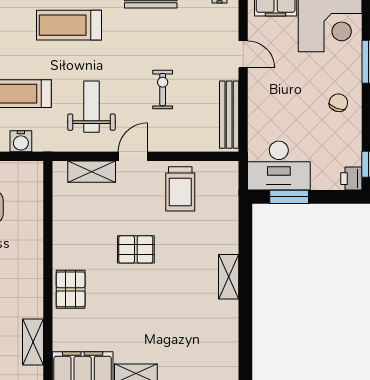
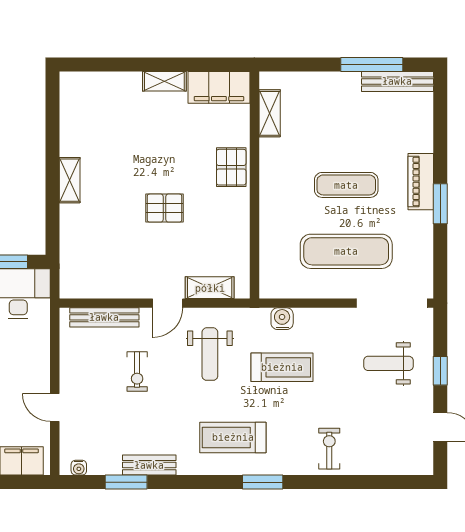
treadmill: (69, 25) -> (233, 437), turned 180
bench: (229, 115) -> (104, 317), moved, turned 90
trolley: (180, 189) -> (119, 270), removed

